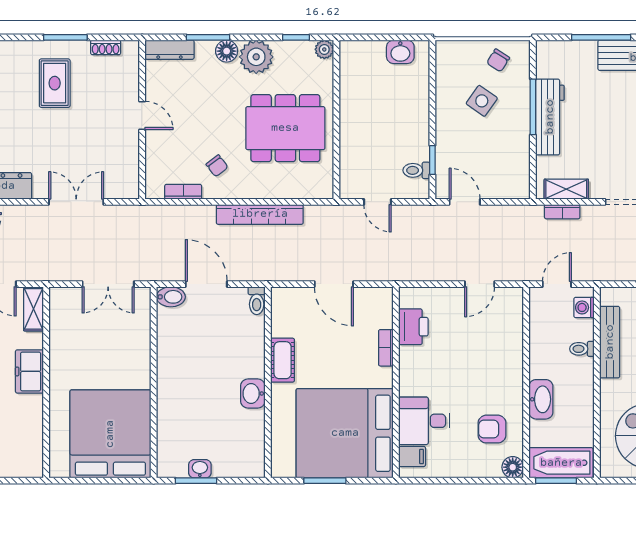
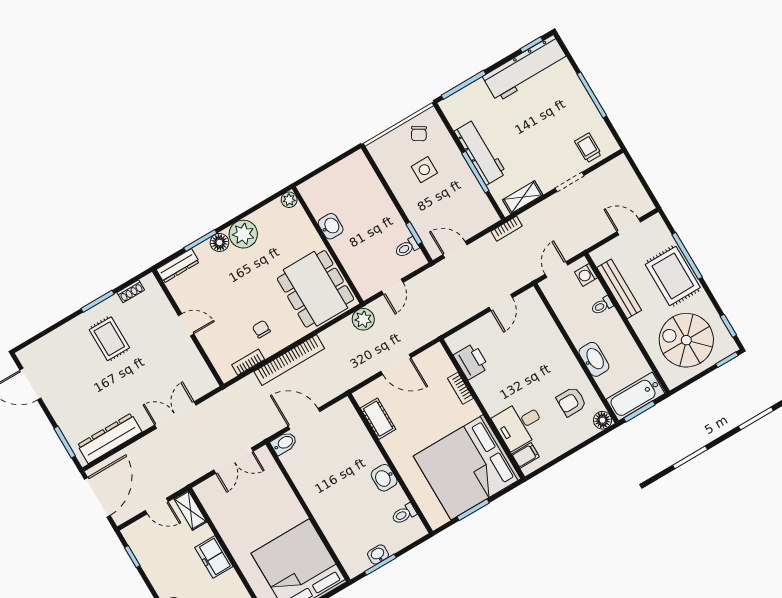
window: (296, 37) -> (264, 203), removed
window: (601, 37) -> (464, 85), moved
washbasin: (400, 52) -> (331, 226), moved, turned -90
side table: (482, 101) -> (424, 170), turned -35
window: (533, 107) -> (475, 172), moved
dining table: (285, 128) -> (315, 289), moved, turned 90
chair: (217, 166) -> (261, 329), turned -143
door: (378, 202) -> (392, 287), hinge flipped
bookcase: (562, 212) -> (507, 229), moved
bookcase: (260, 214) -> (289, 360), moved
plant: (328, 218) -> (363, 319), added
toilet: (257, 301) -> (404, 514), moved, turned 90
cot: (283, 360) -> (378, 419), moved

